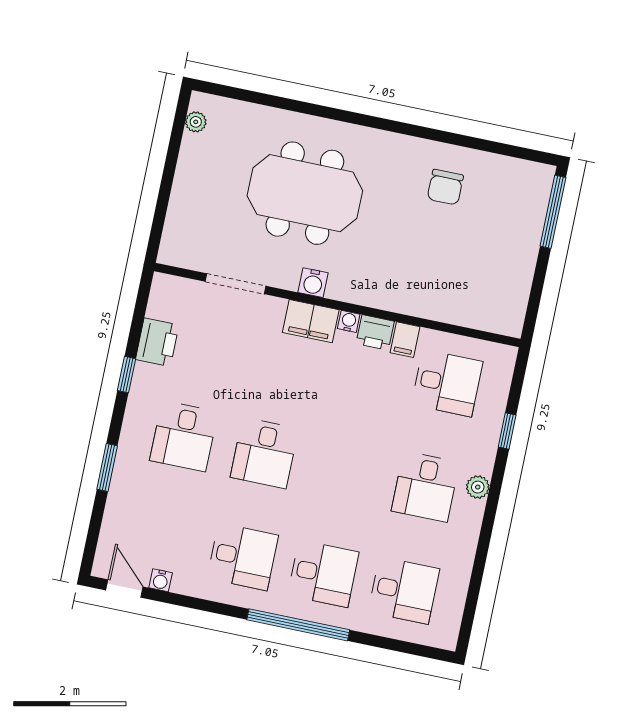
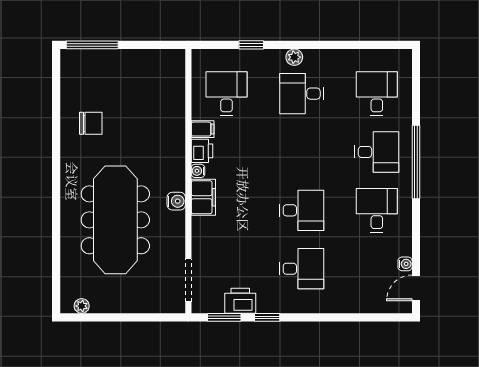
meeting table: (305, 193) -> (115, 220), width x1.36
doorway: (236, 284) -> (188, 280), moved
window: (107, 468) -> (224, 317), moved
desk: (425, 487) -> (302, 94), turned 180
desk: (323, 574) -> (377, 152), turned 90

